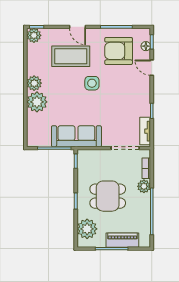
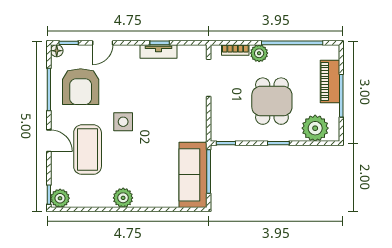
door: (78, 27) -> (49, 141), hinge flipped
floor lamp: (146, 46) -> (57, 51), moved
plant: (37, 102) -> (148, 194), removed
tv unit: (145, 131) -> (159, 52), moved
sofa: (76, 136) -> (193, 175), moved

